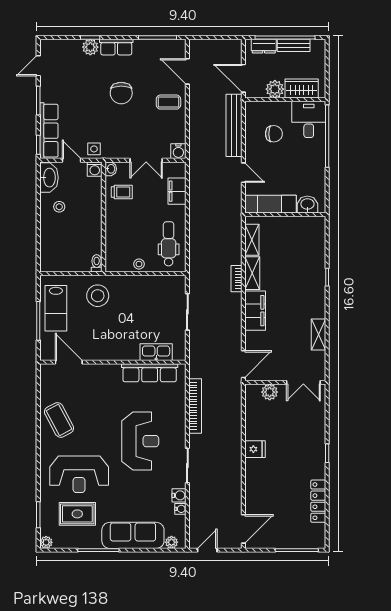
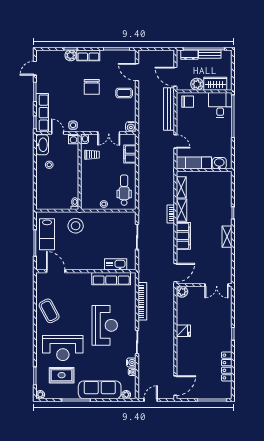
chair: (274, 134) -> (188, 102), moved
shelving: (319, 335) -> (227, 237), moved
plant: (270, 392) -> (182, 292), moved

